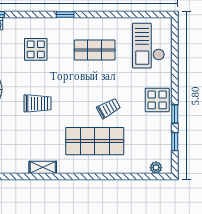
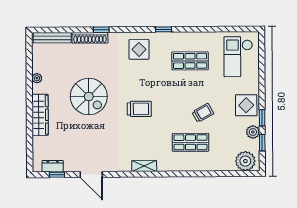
display table: (36, 49) -> (139, 49), moved
plant: (165, 130) -> (253, 132), added
shop shelf: (95, 141) -> (190, 142), width x0.70, depth x0.74
plant: (156, 168) -> (245, 161), width x1.87, depth x1.87

